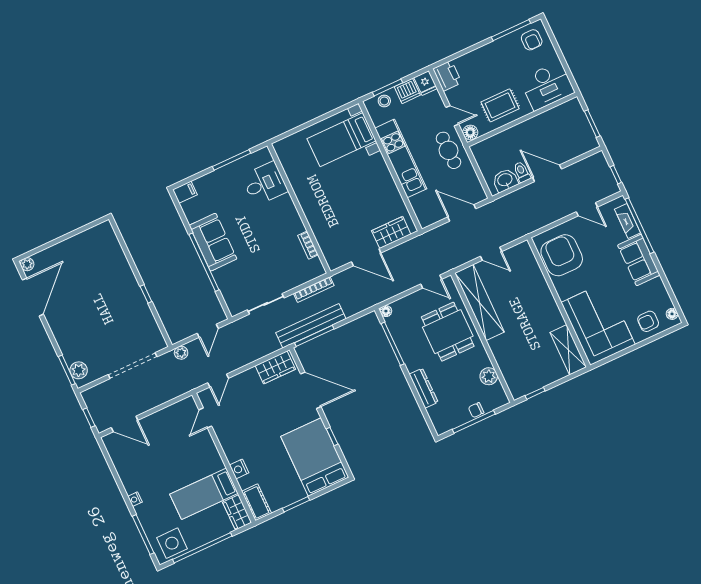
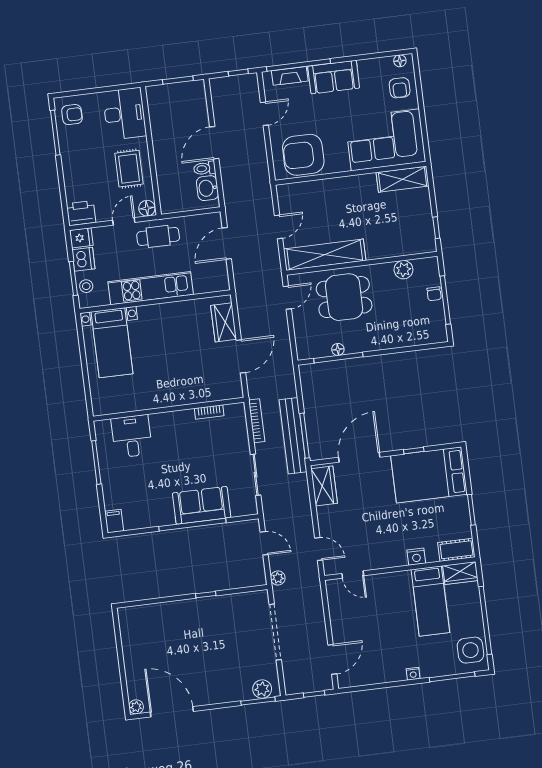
sofa: (213, 242) -> (202, 505), moved
floor lamp: (386, 311) -> (338, 349), moved
dresser: (424, 388) -> (394, 340), removed

